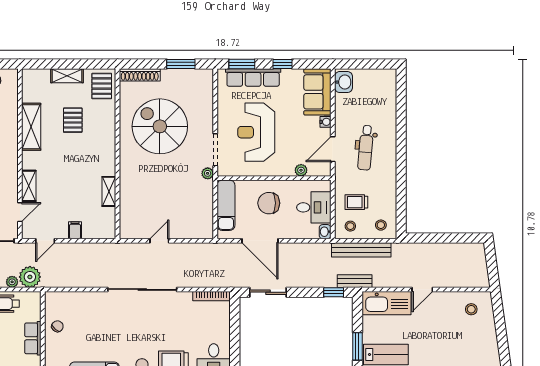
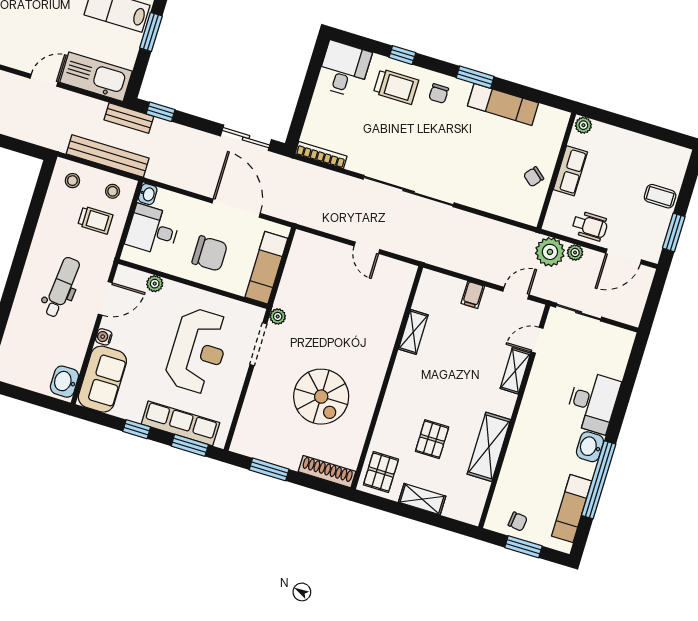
spiral stairs: (160, 126) -> (321, 397), width x0.73, depth x0.73
door: (159, 241) -> (367, 248), hinge flipped

